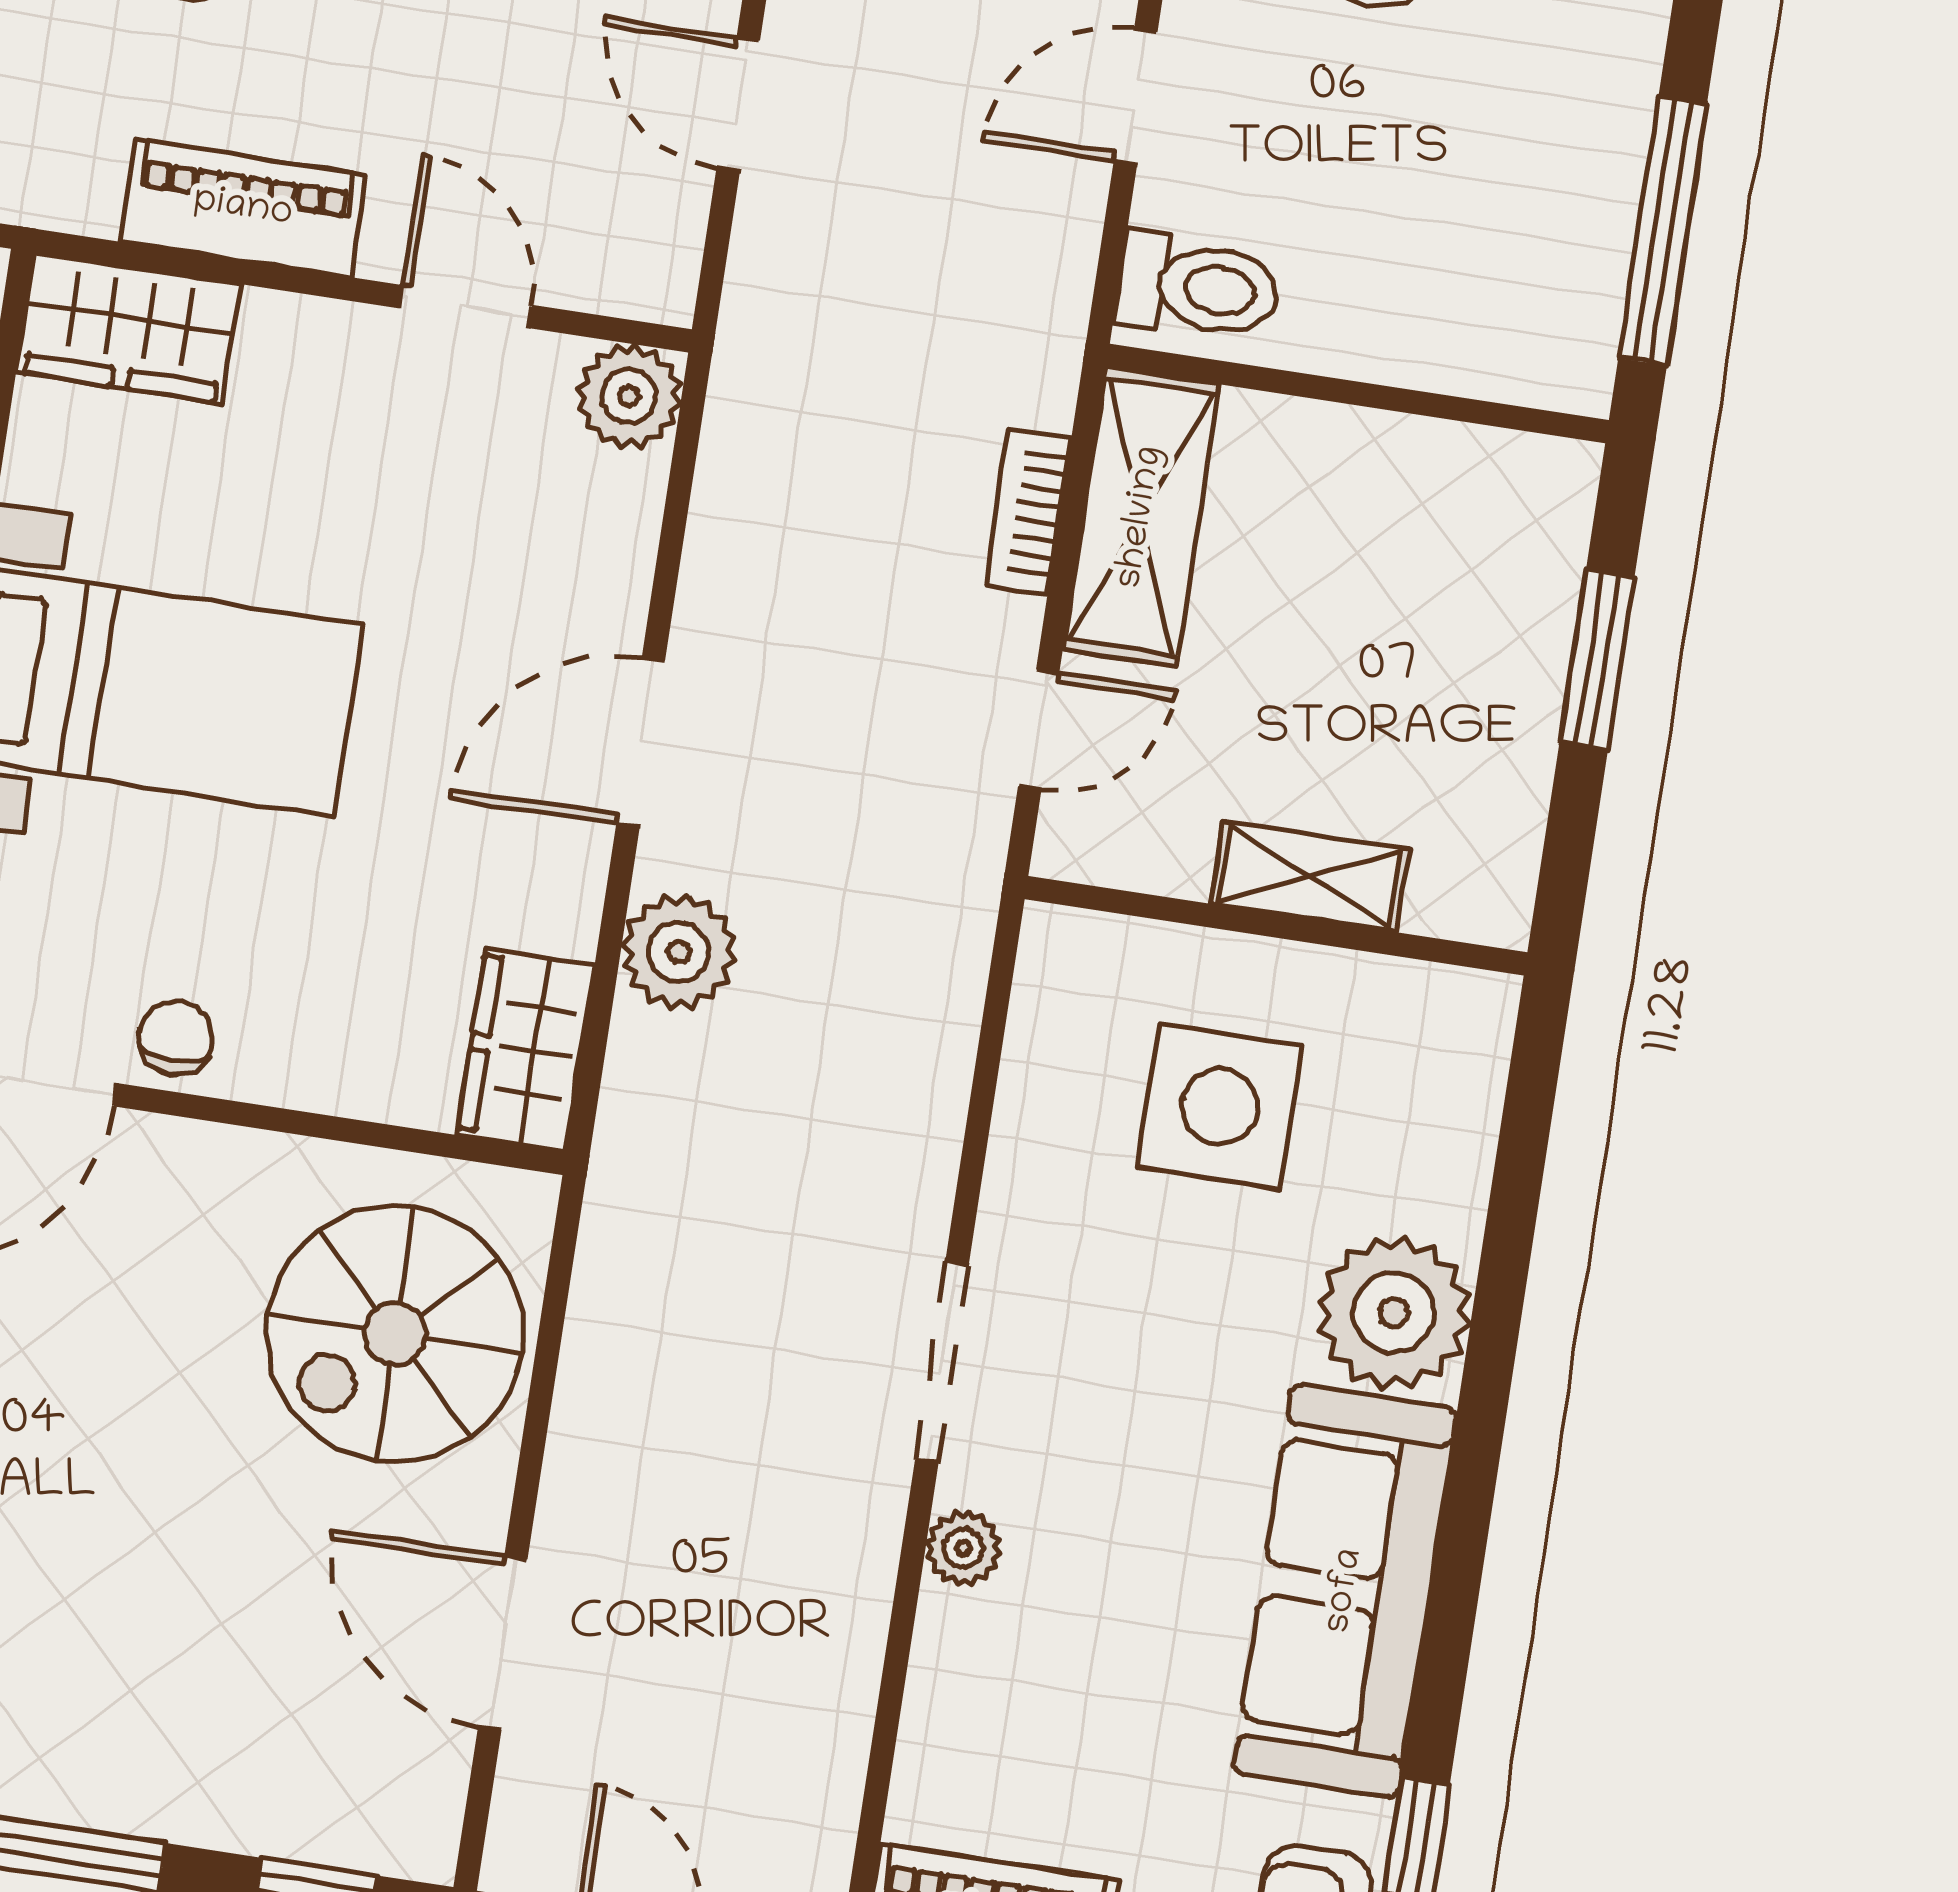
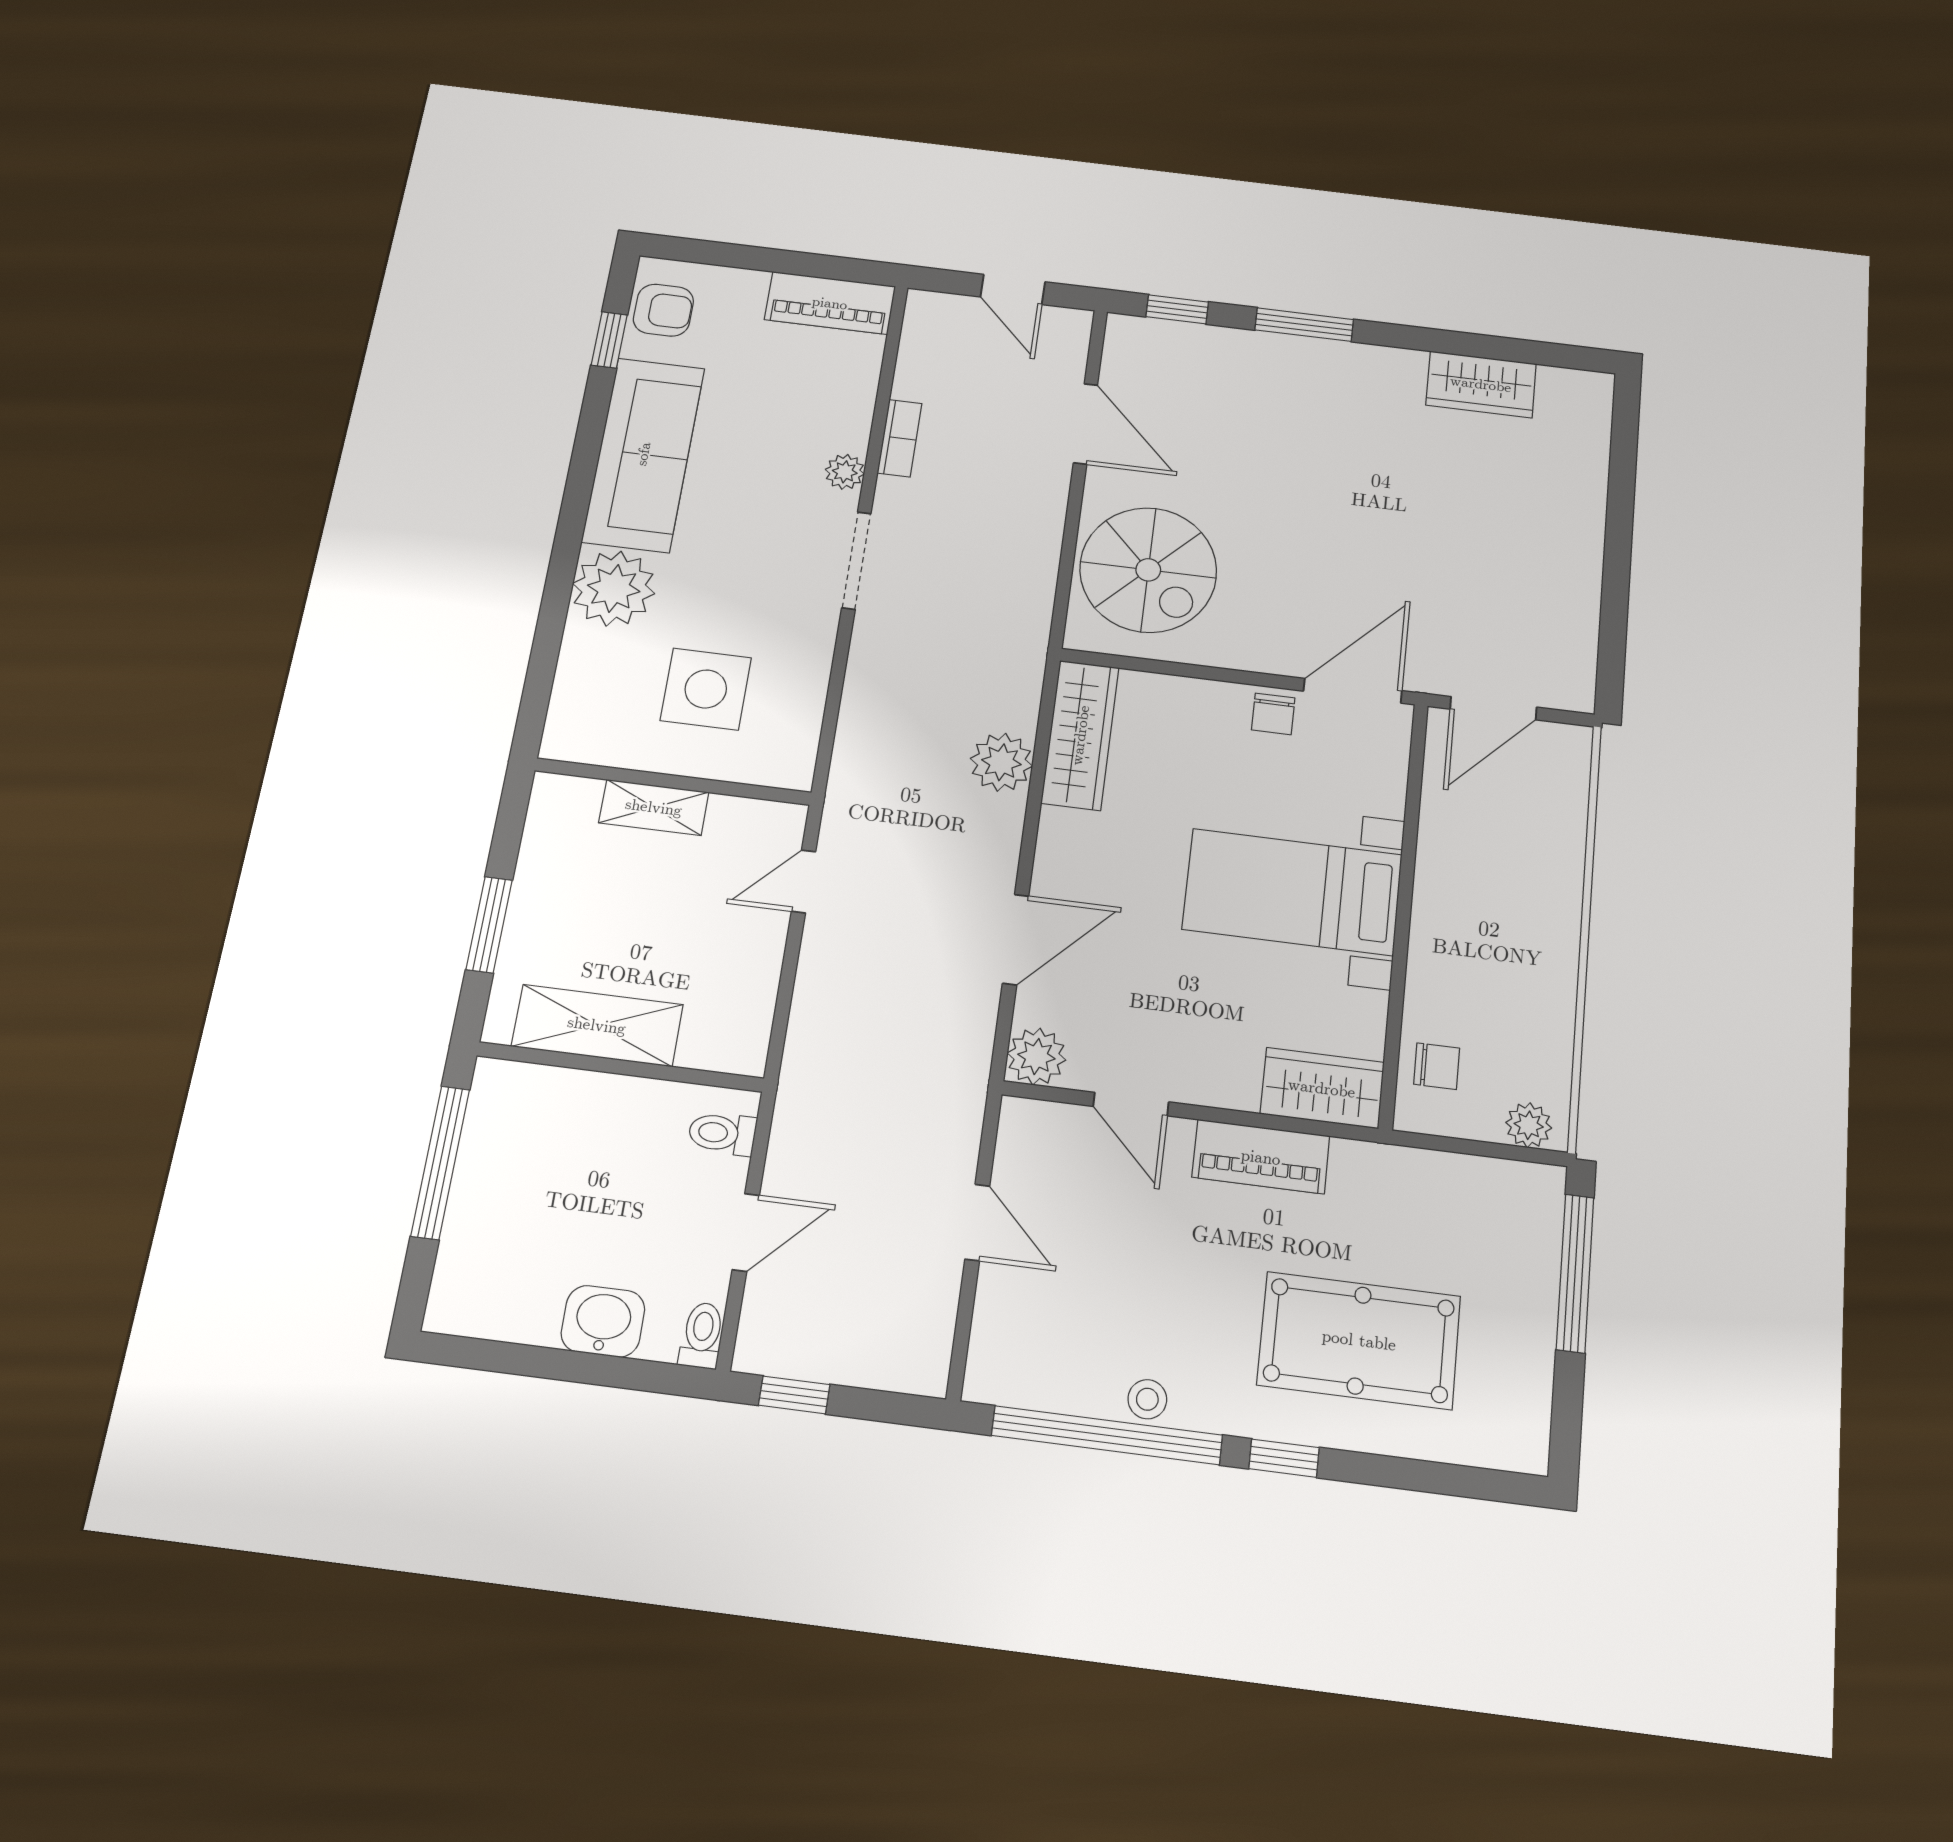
toilet: (1198, 287) -> (722, 1133), width x0.73, depth x0.72
bookcase: (1028, 512) -> (900, 438), moved
shelving: (1141, 517) -> (597, 1025), moved, turned 90
door: (641, 742) -> (1016, 940), moved
wardrobe: (526, 1050) -> (1080, 735), width x1.50
spiral stairs: (395, 1334) -> (1148, 570), turned 90

